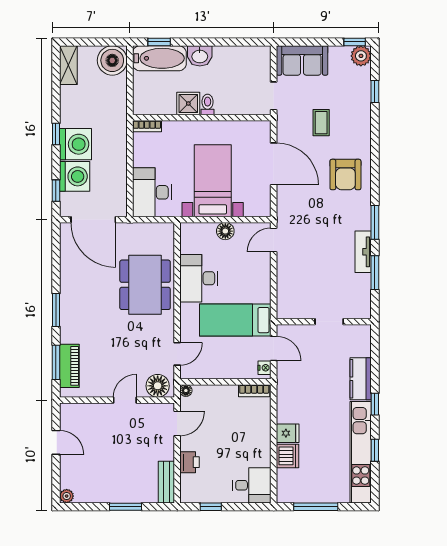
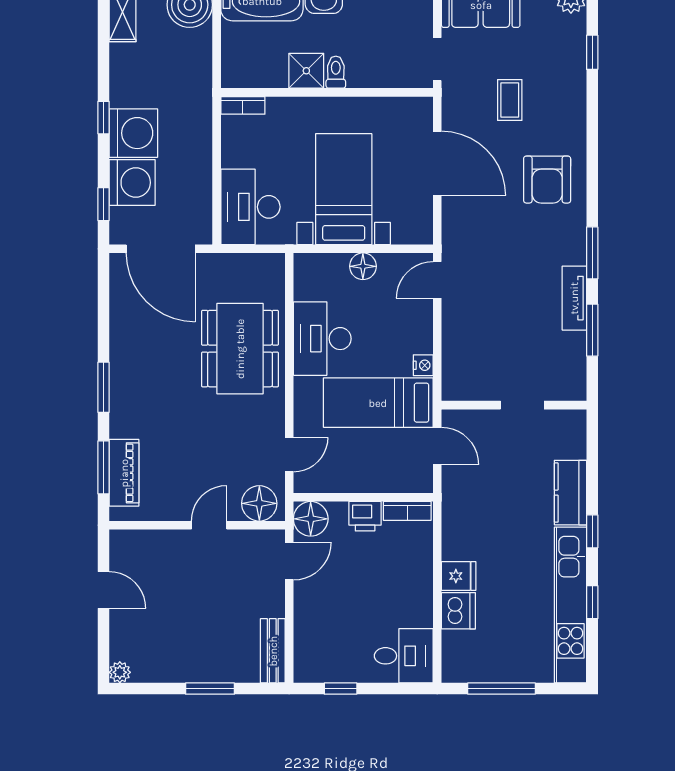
nightstand: (265, 368) -> (423, 365), moved
floor lamp: (186, 391) -> (311, 519), width x1.89, depth x1.89
printer: (189, 462) -> (365, 516), moved, turned 90

